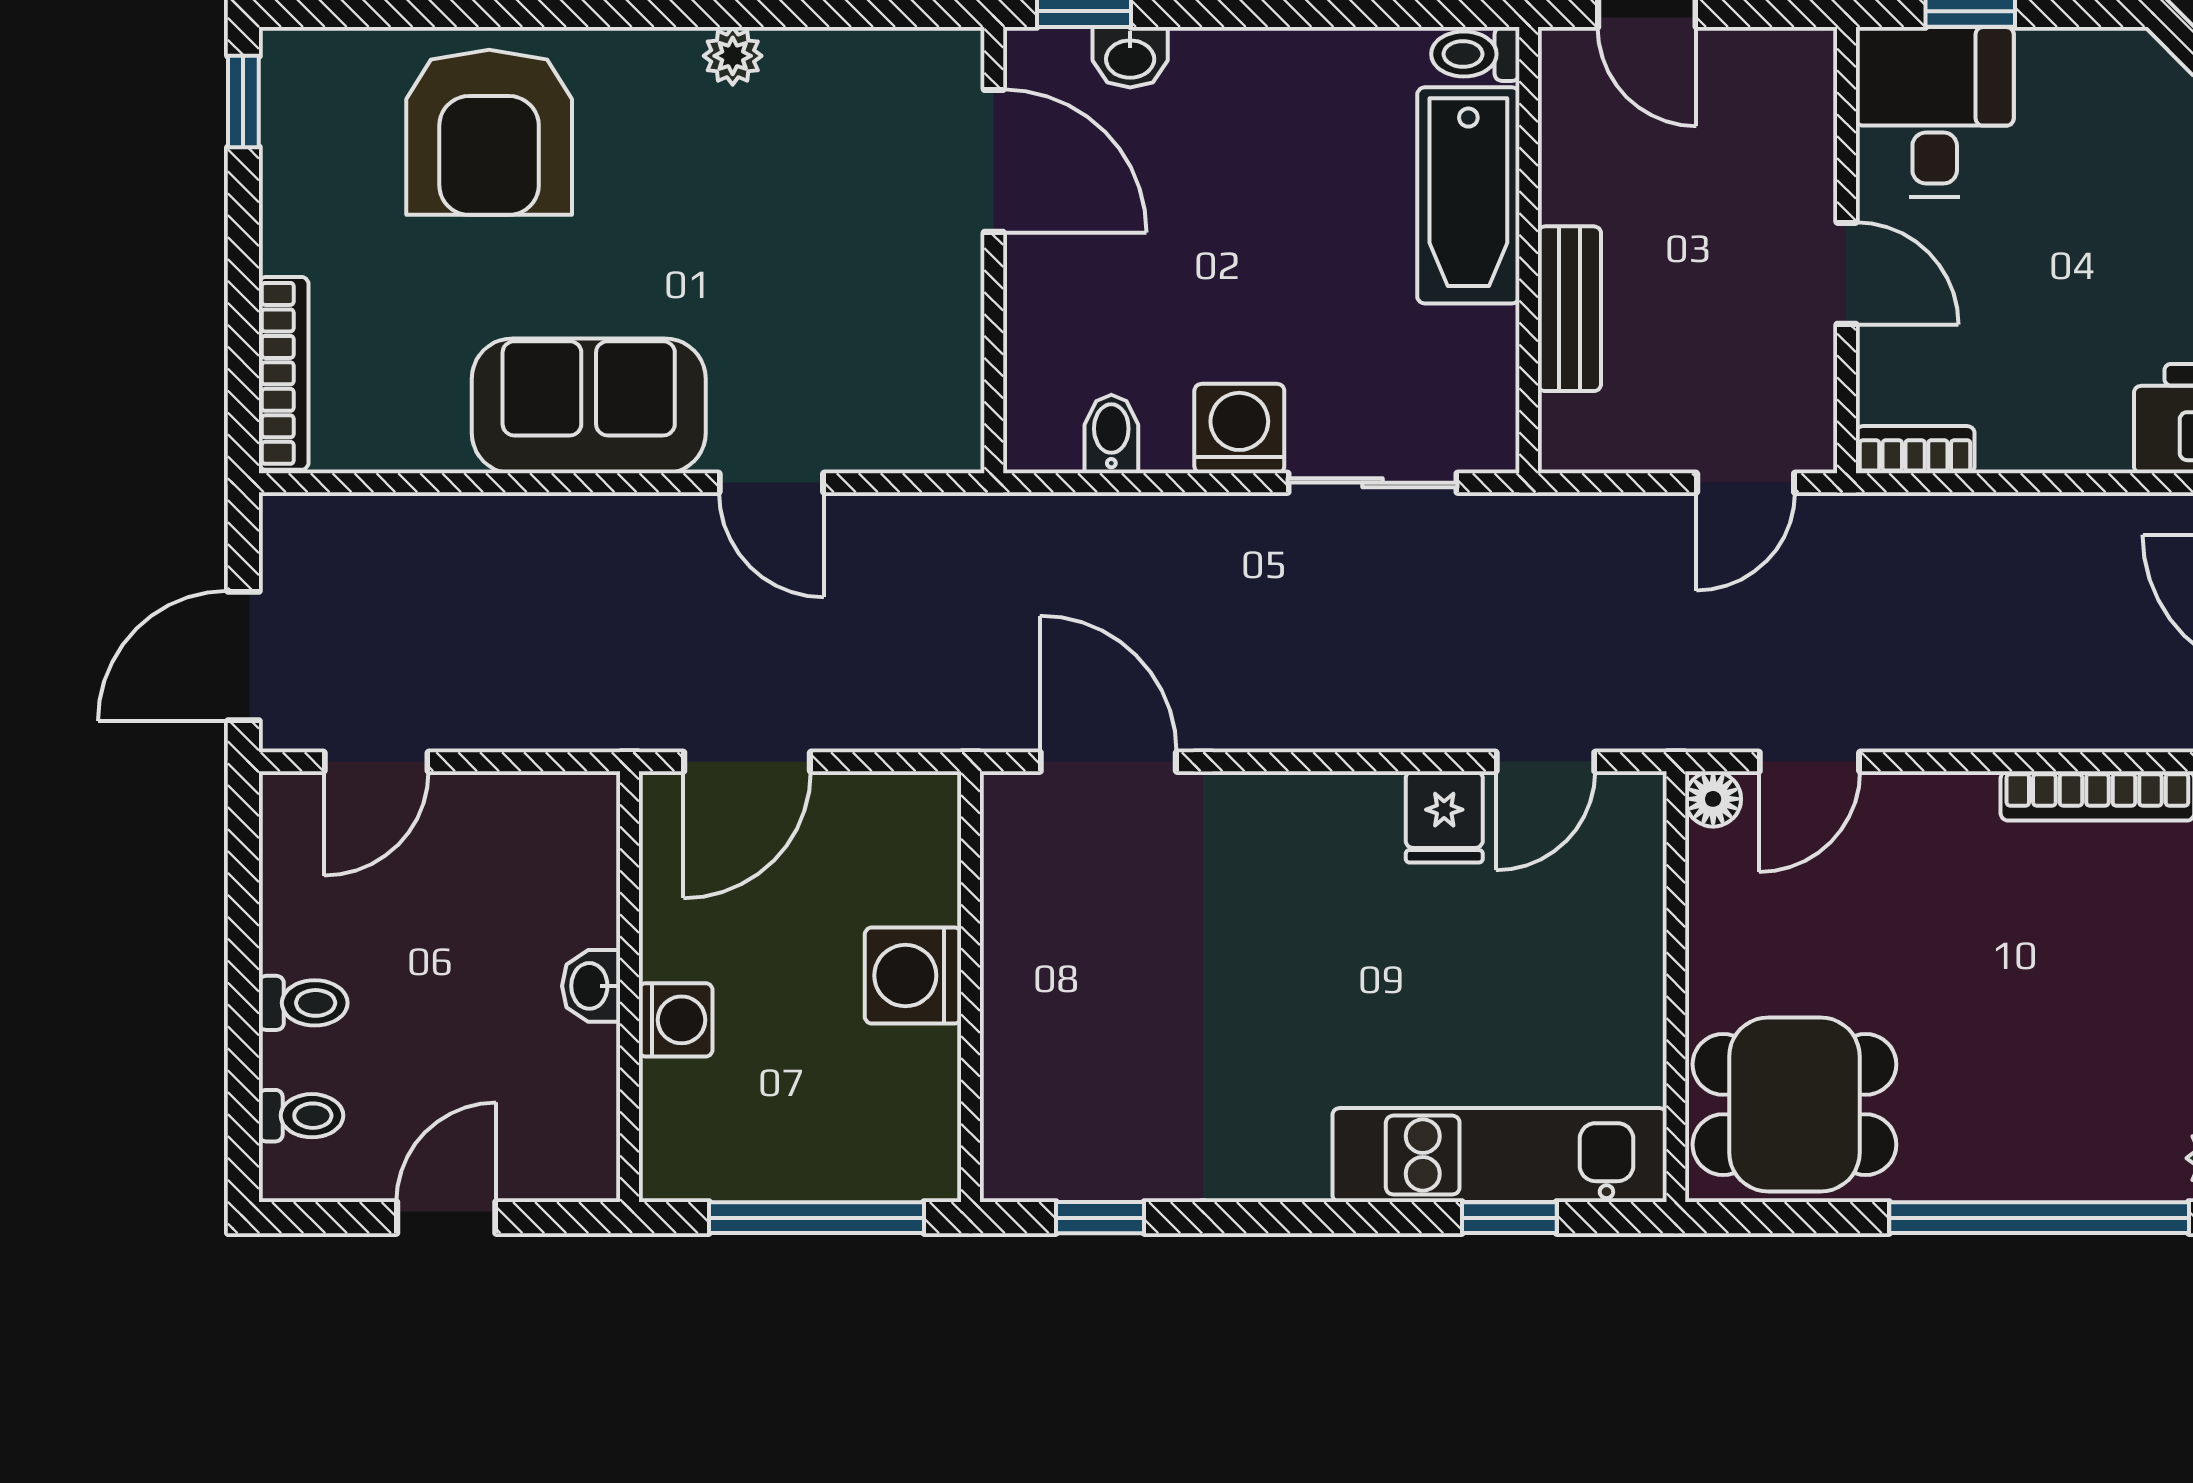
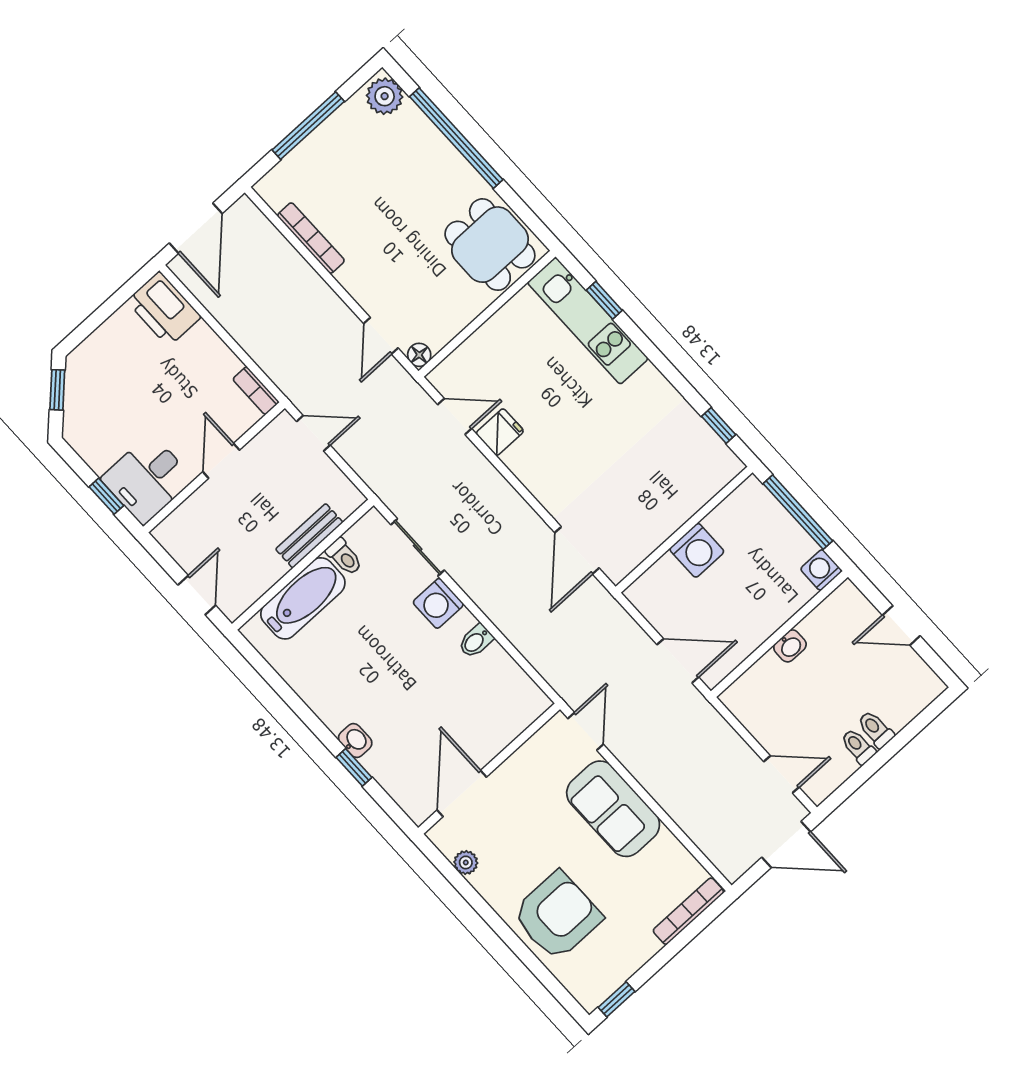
toilet: (1475, 54) -> (344, 557), moved
door: (994, 161) -> (462, 794), moved
wall: (994, 250) -> (489, 769), moved
door: (1809, 762) -> (381, 336), swing flipped
washing machine: (676, 1020) -> (821, 570), moved
toilet: (301, 1116) -> (858, 746), moved

